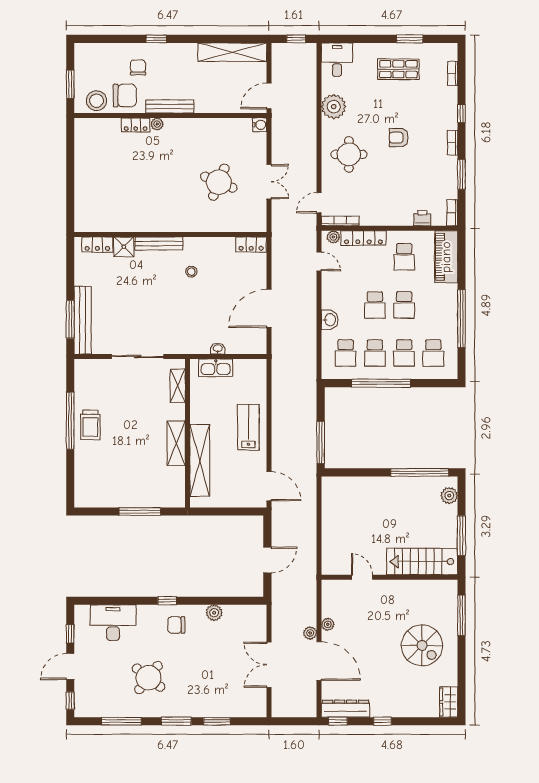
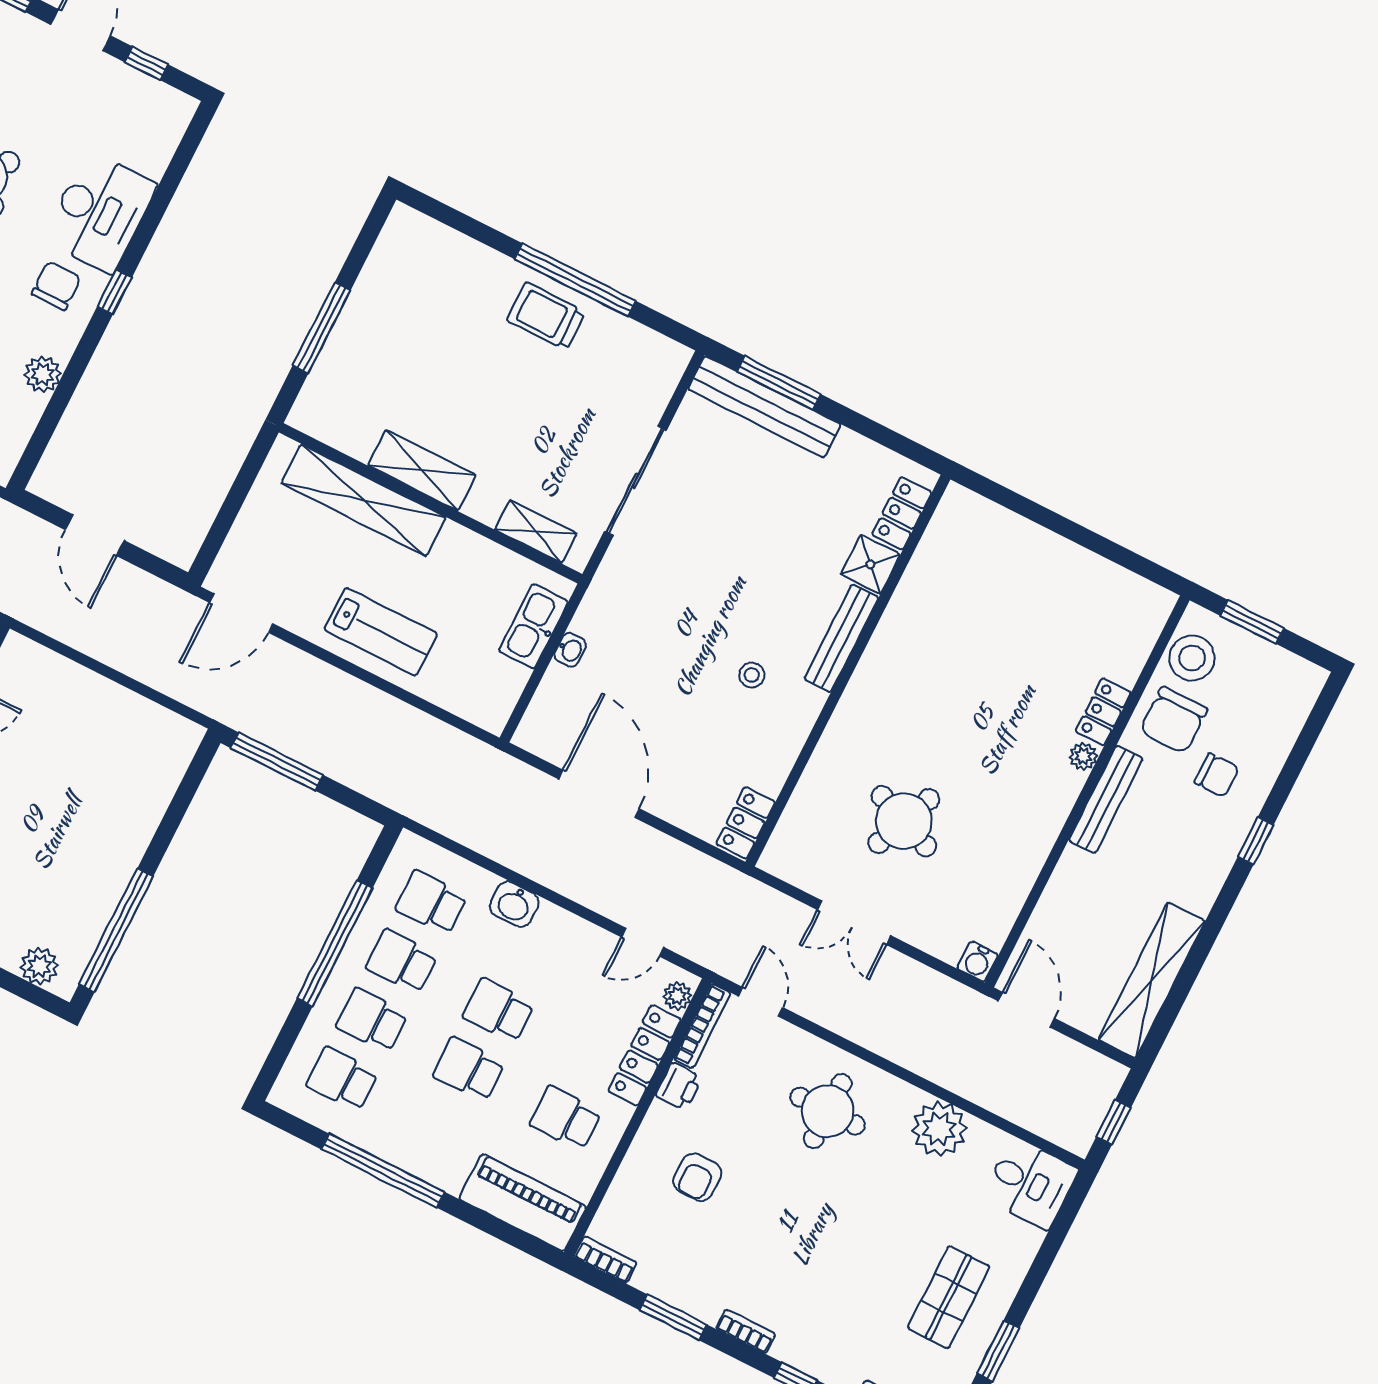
armchair: (399, 138) -> (697, 1177), moved, turned 180
printer: (422, 218) -> (679, 1087), moved
desk: (113, 623) -> (100, 212), moved

